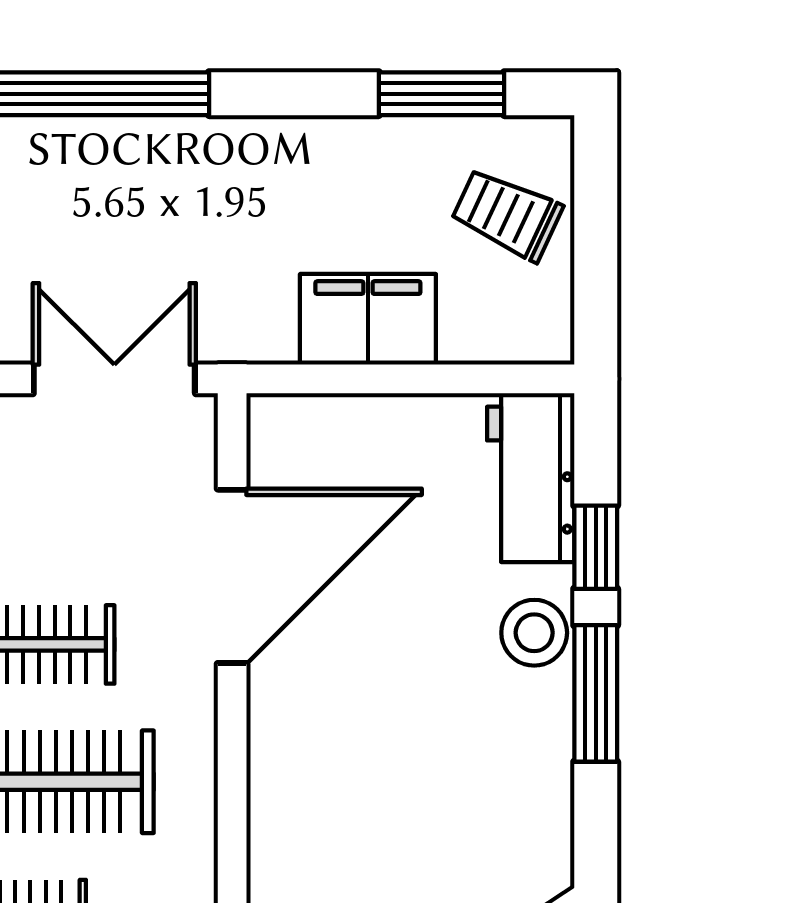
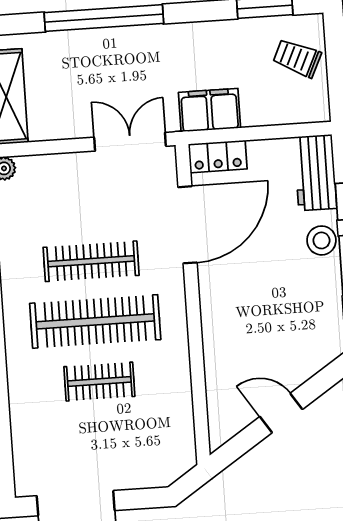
filing cabinet: (368, 319) -> (210, 110), moved
locker: (311, 426) -> (218, 157), added

